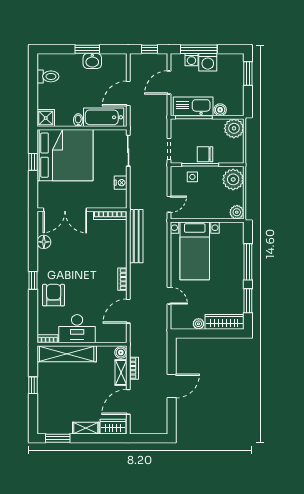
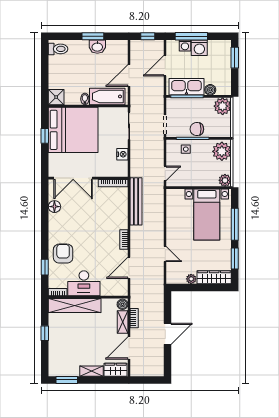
toilet: (48, 76) -> (58, 49), moved
bed with nightstands: (195, 251) -> (207, 214), moved
window: (33, 280) -> (45, 267), moved

